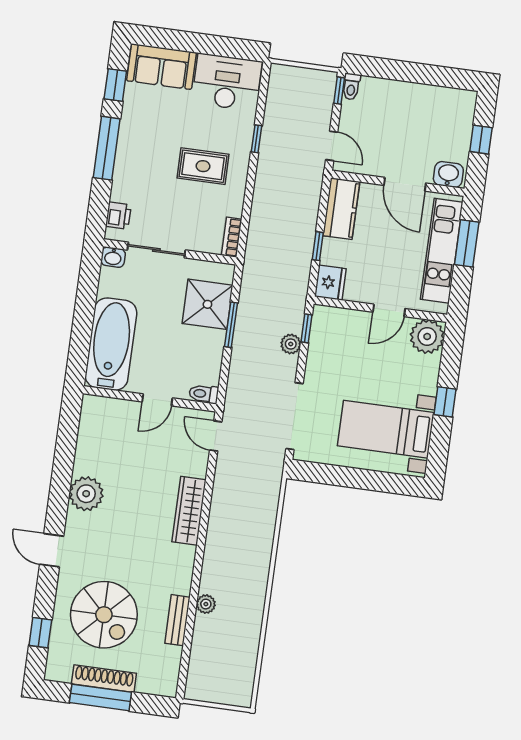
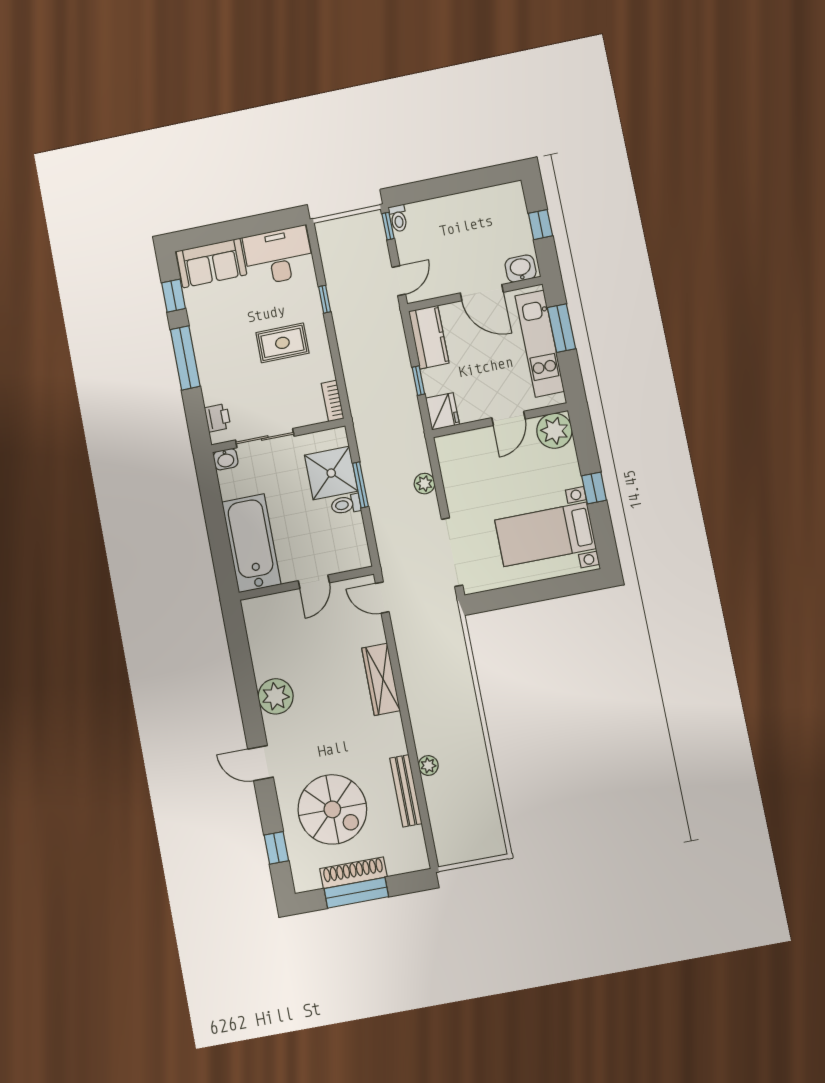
door: (332, 146) -> (399, 281), hinge flipped
window: (307, 328) -> (435, 463), removed
toilet: (204, 394) -> (346, 504), moved
bench: (177, 620) -> (406, 791), width x1.36

